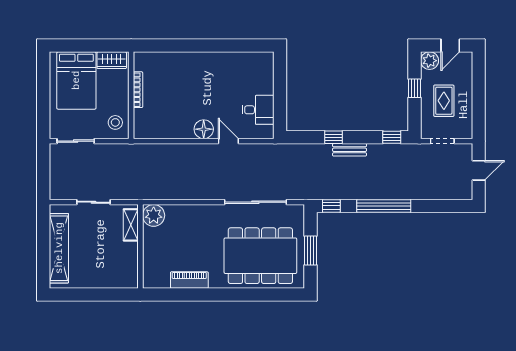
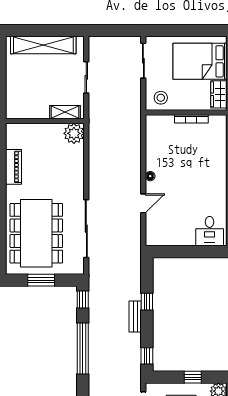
desk: (258, 110) -> (210, 231), moved
floor lamp: (204, 129) -> (150, 176), width x0.53, depth x0.53

